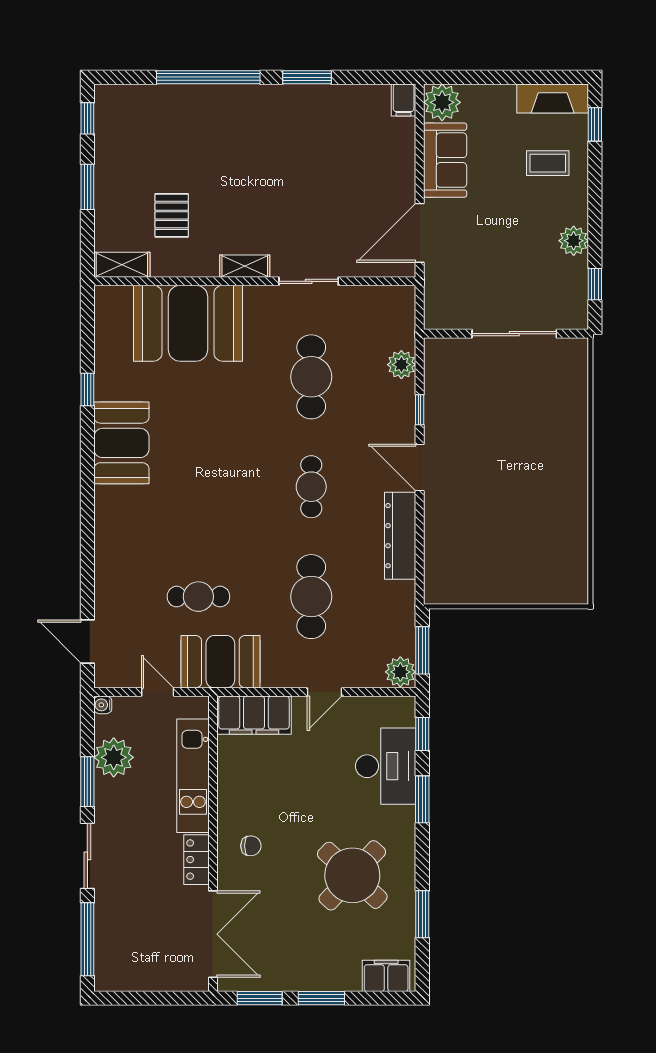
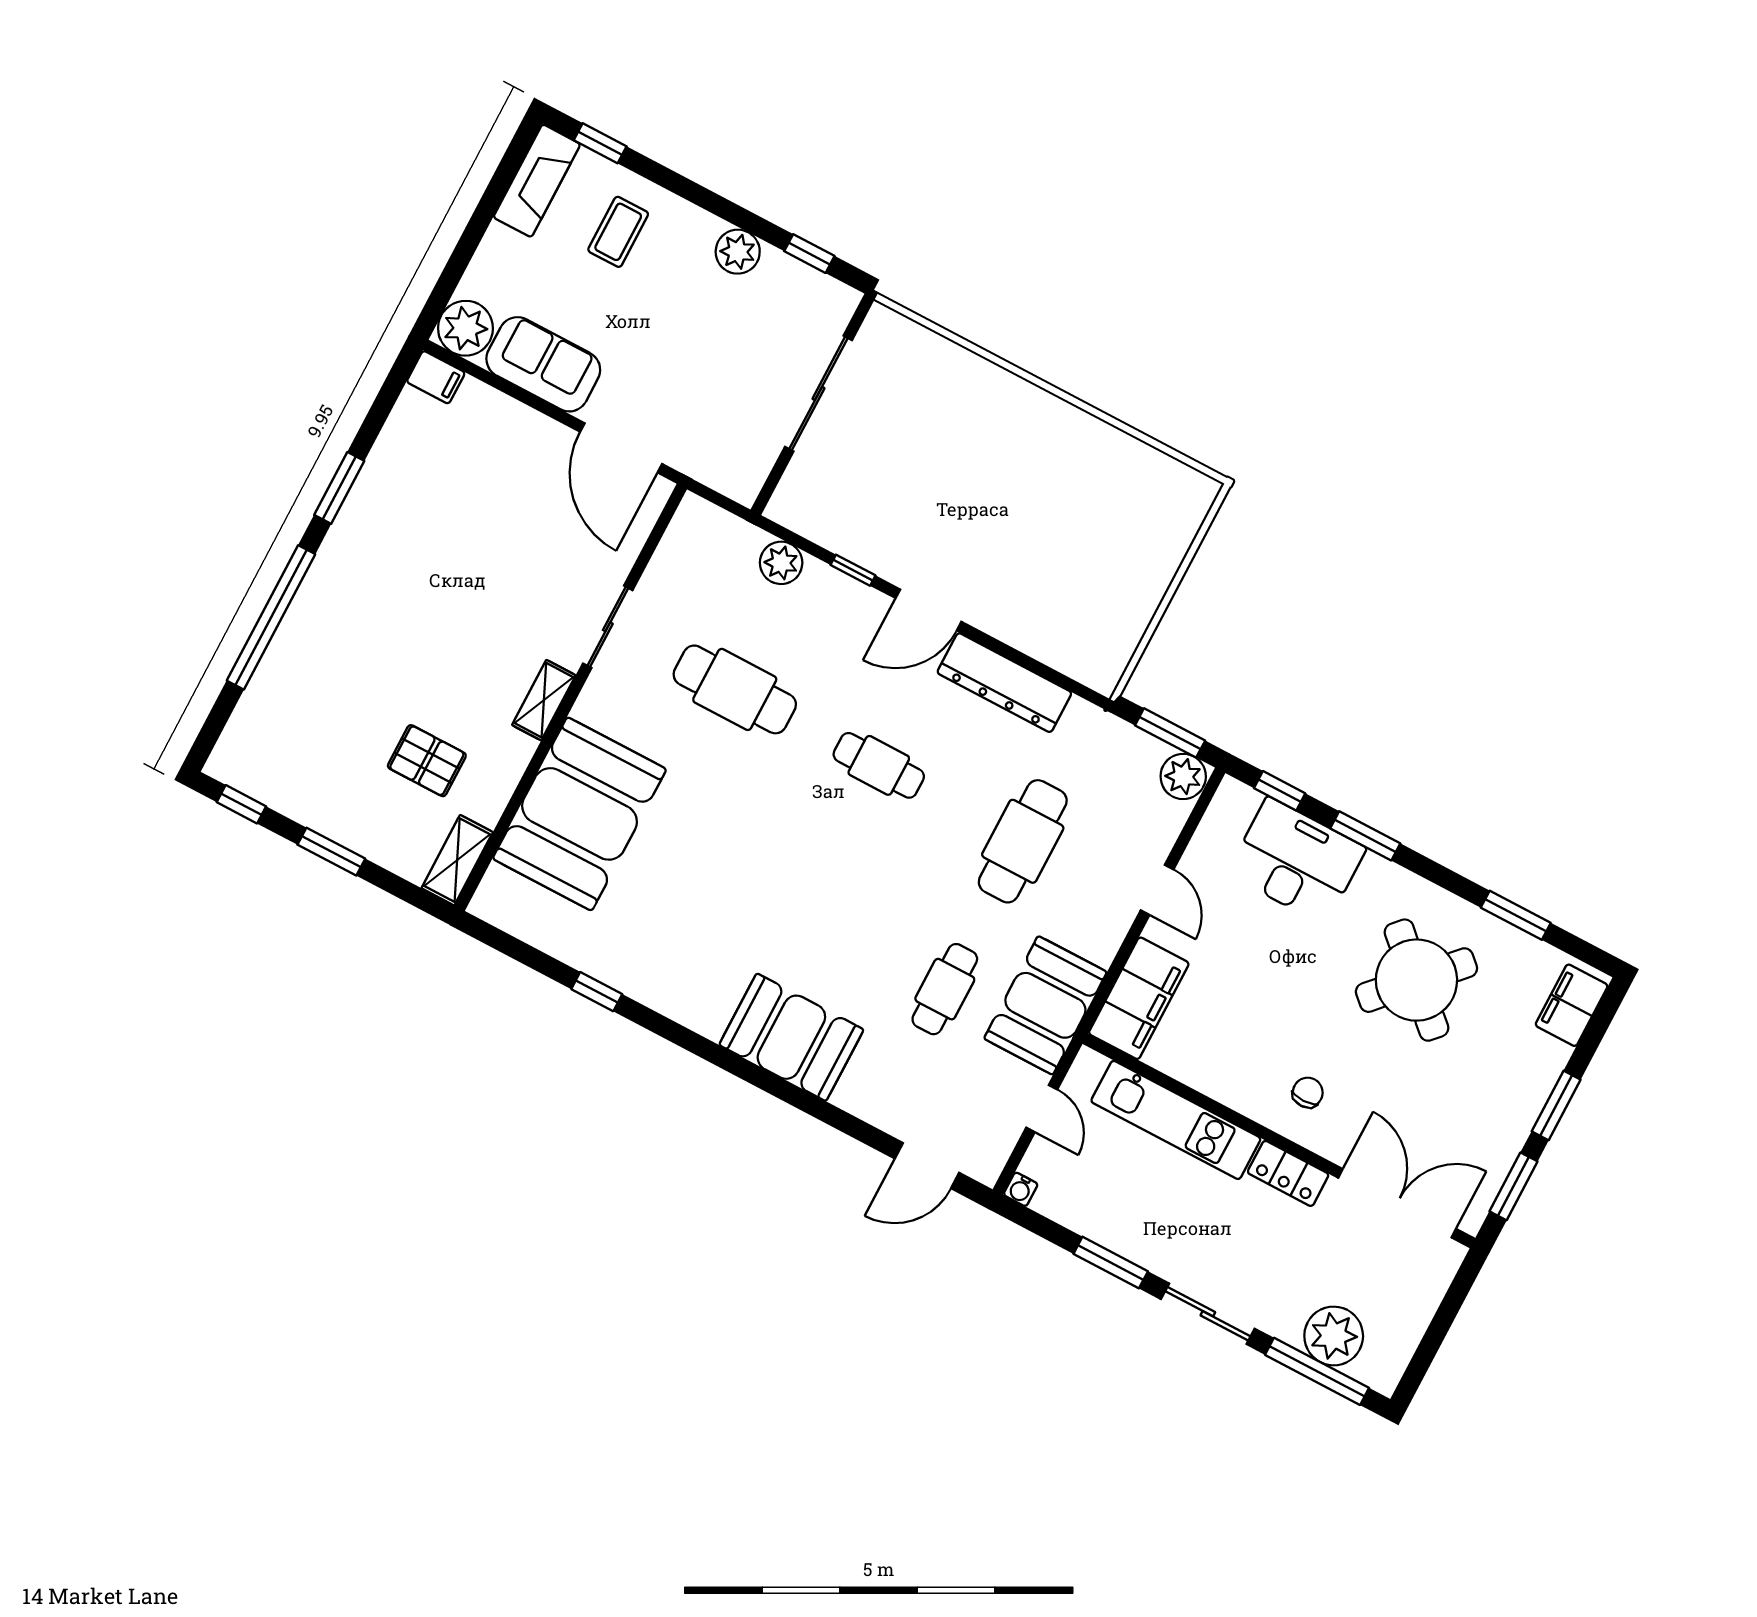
booth: (121, 443) -> (791, 1037), moved
cafe table: (311, 597) -> (1023, 841), turned 90
door: (158, 692) -> (1042, 1109), swing flipped
plant: (114, 757) -> (1334, 1336), moved

